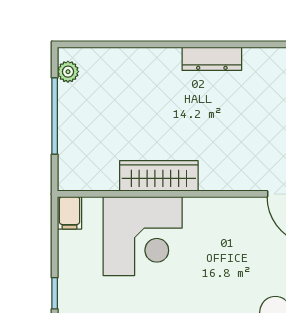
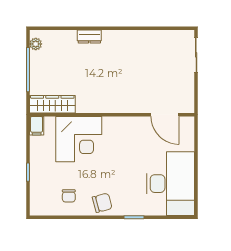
dresser: (212, 59) -> (89, 37), moved, width x0.70
wardrobe: (159, 176) -> (52, 104), moved

